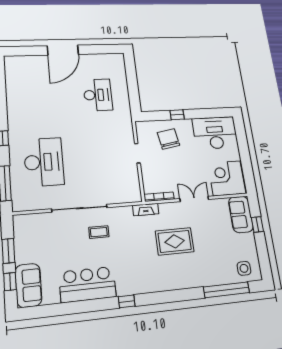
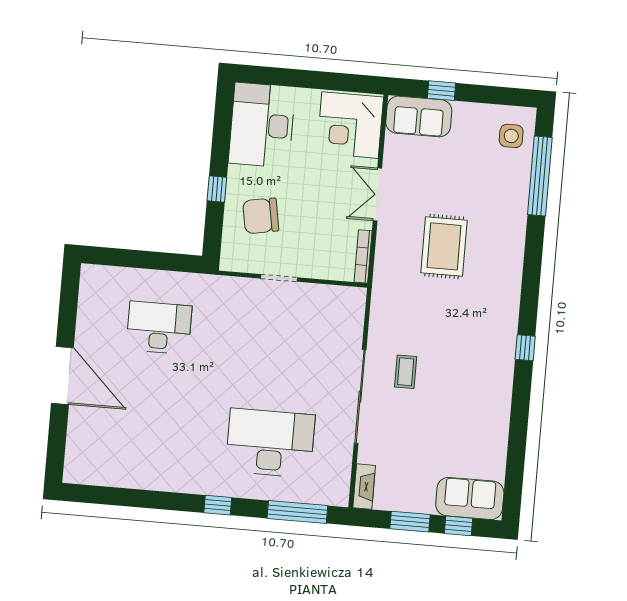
fireplace: (146, 210) -> (364, 487), moved
bar counter: (88, 284) -> (486, 406), removed

